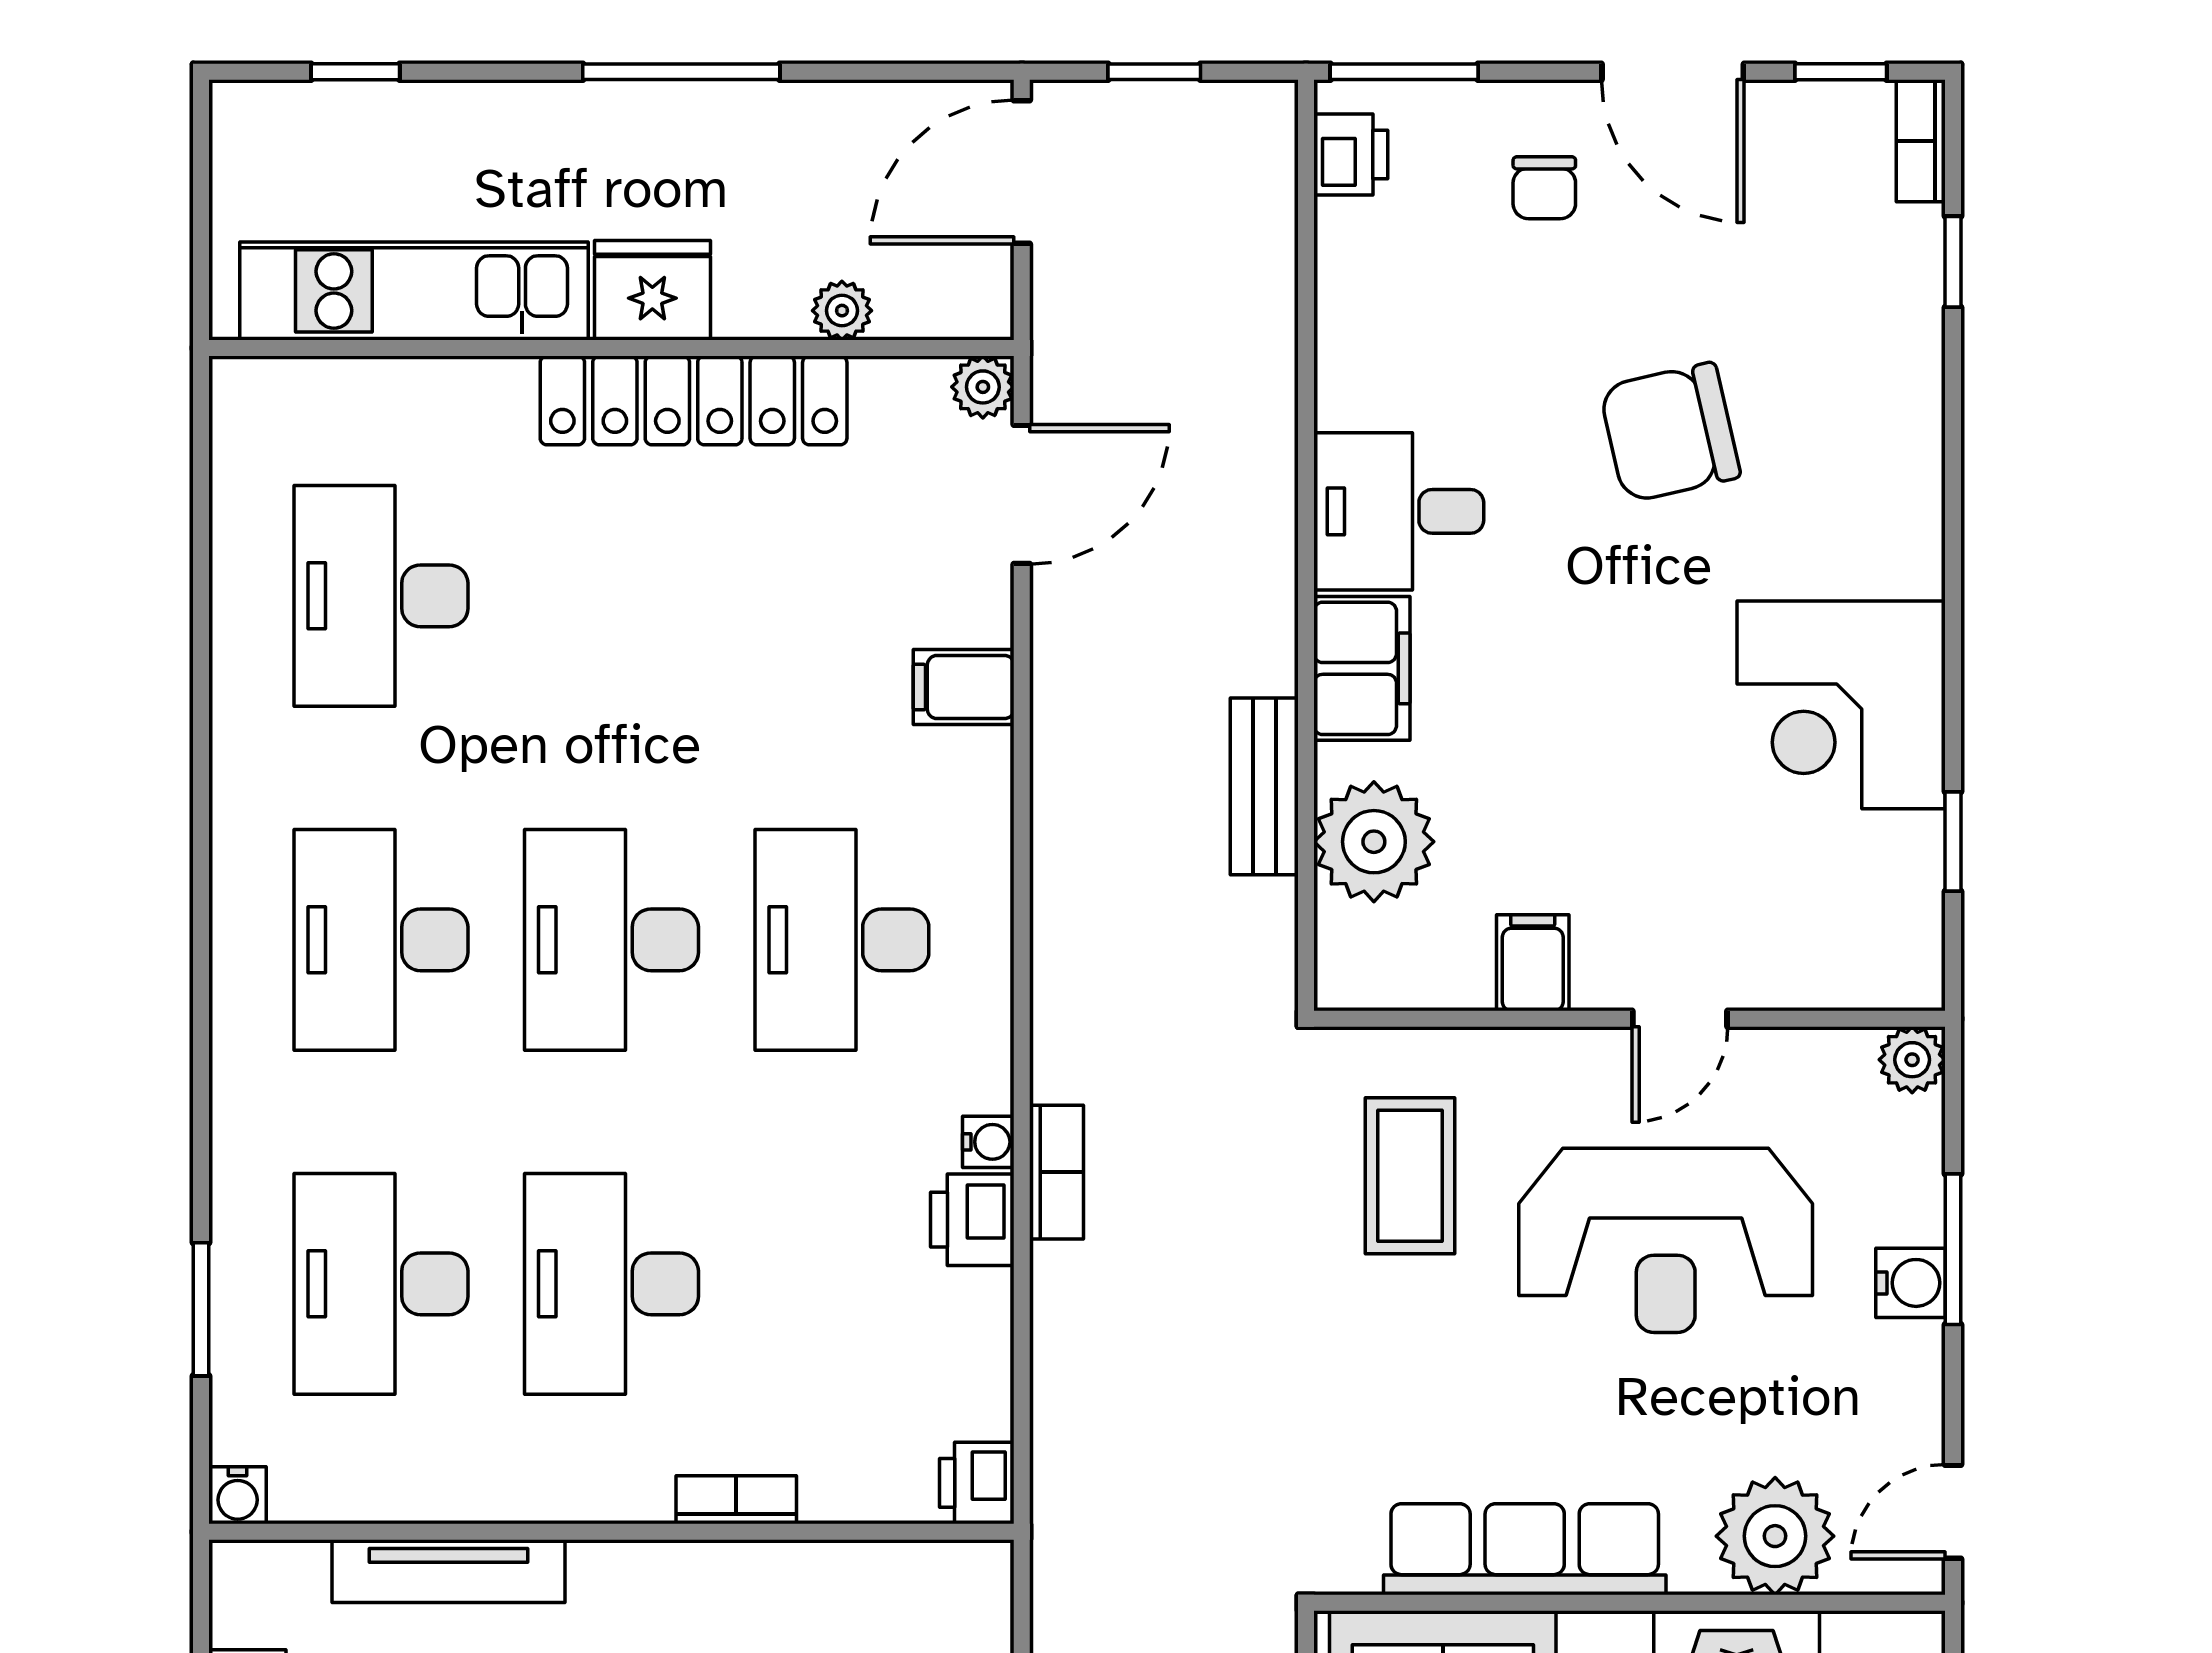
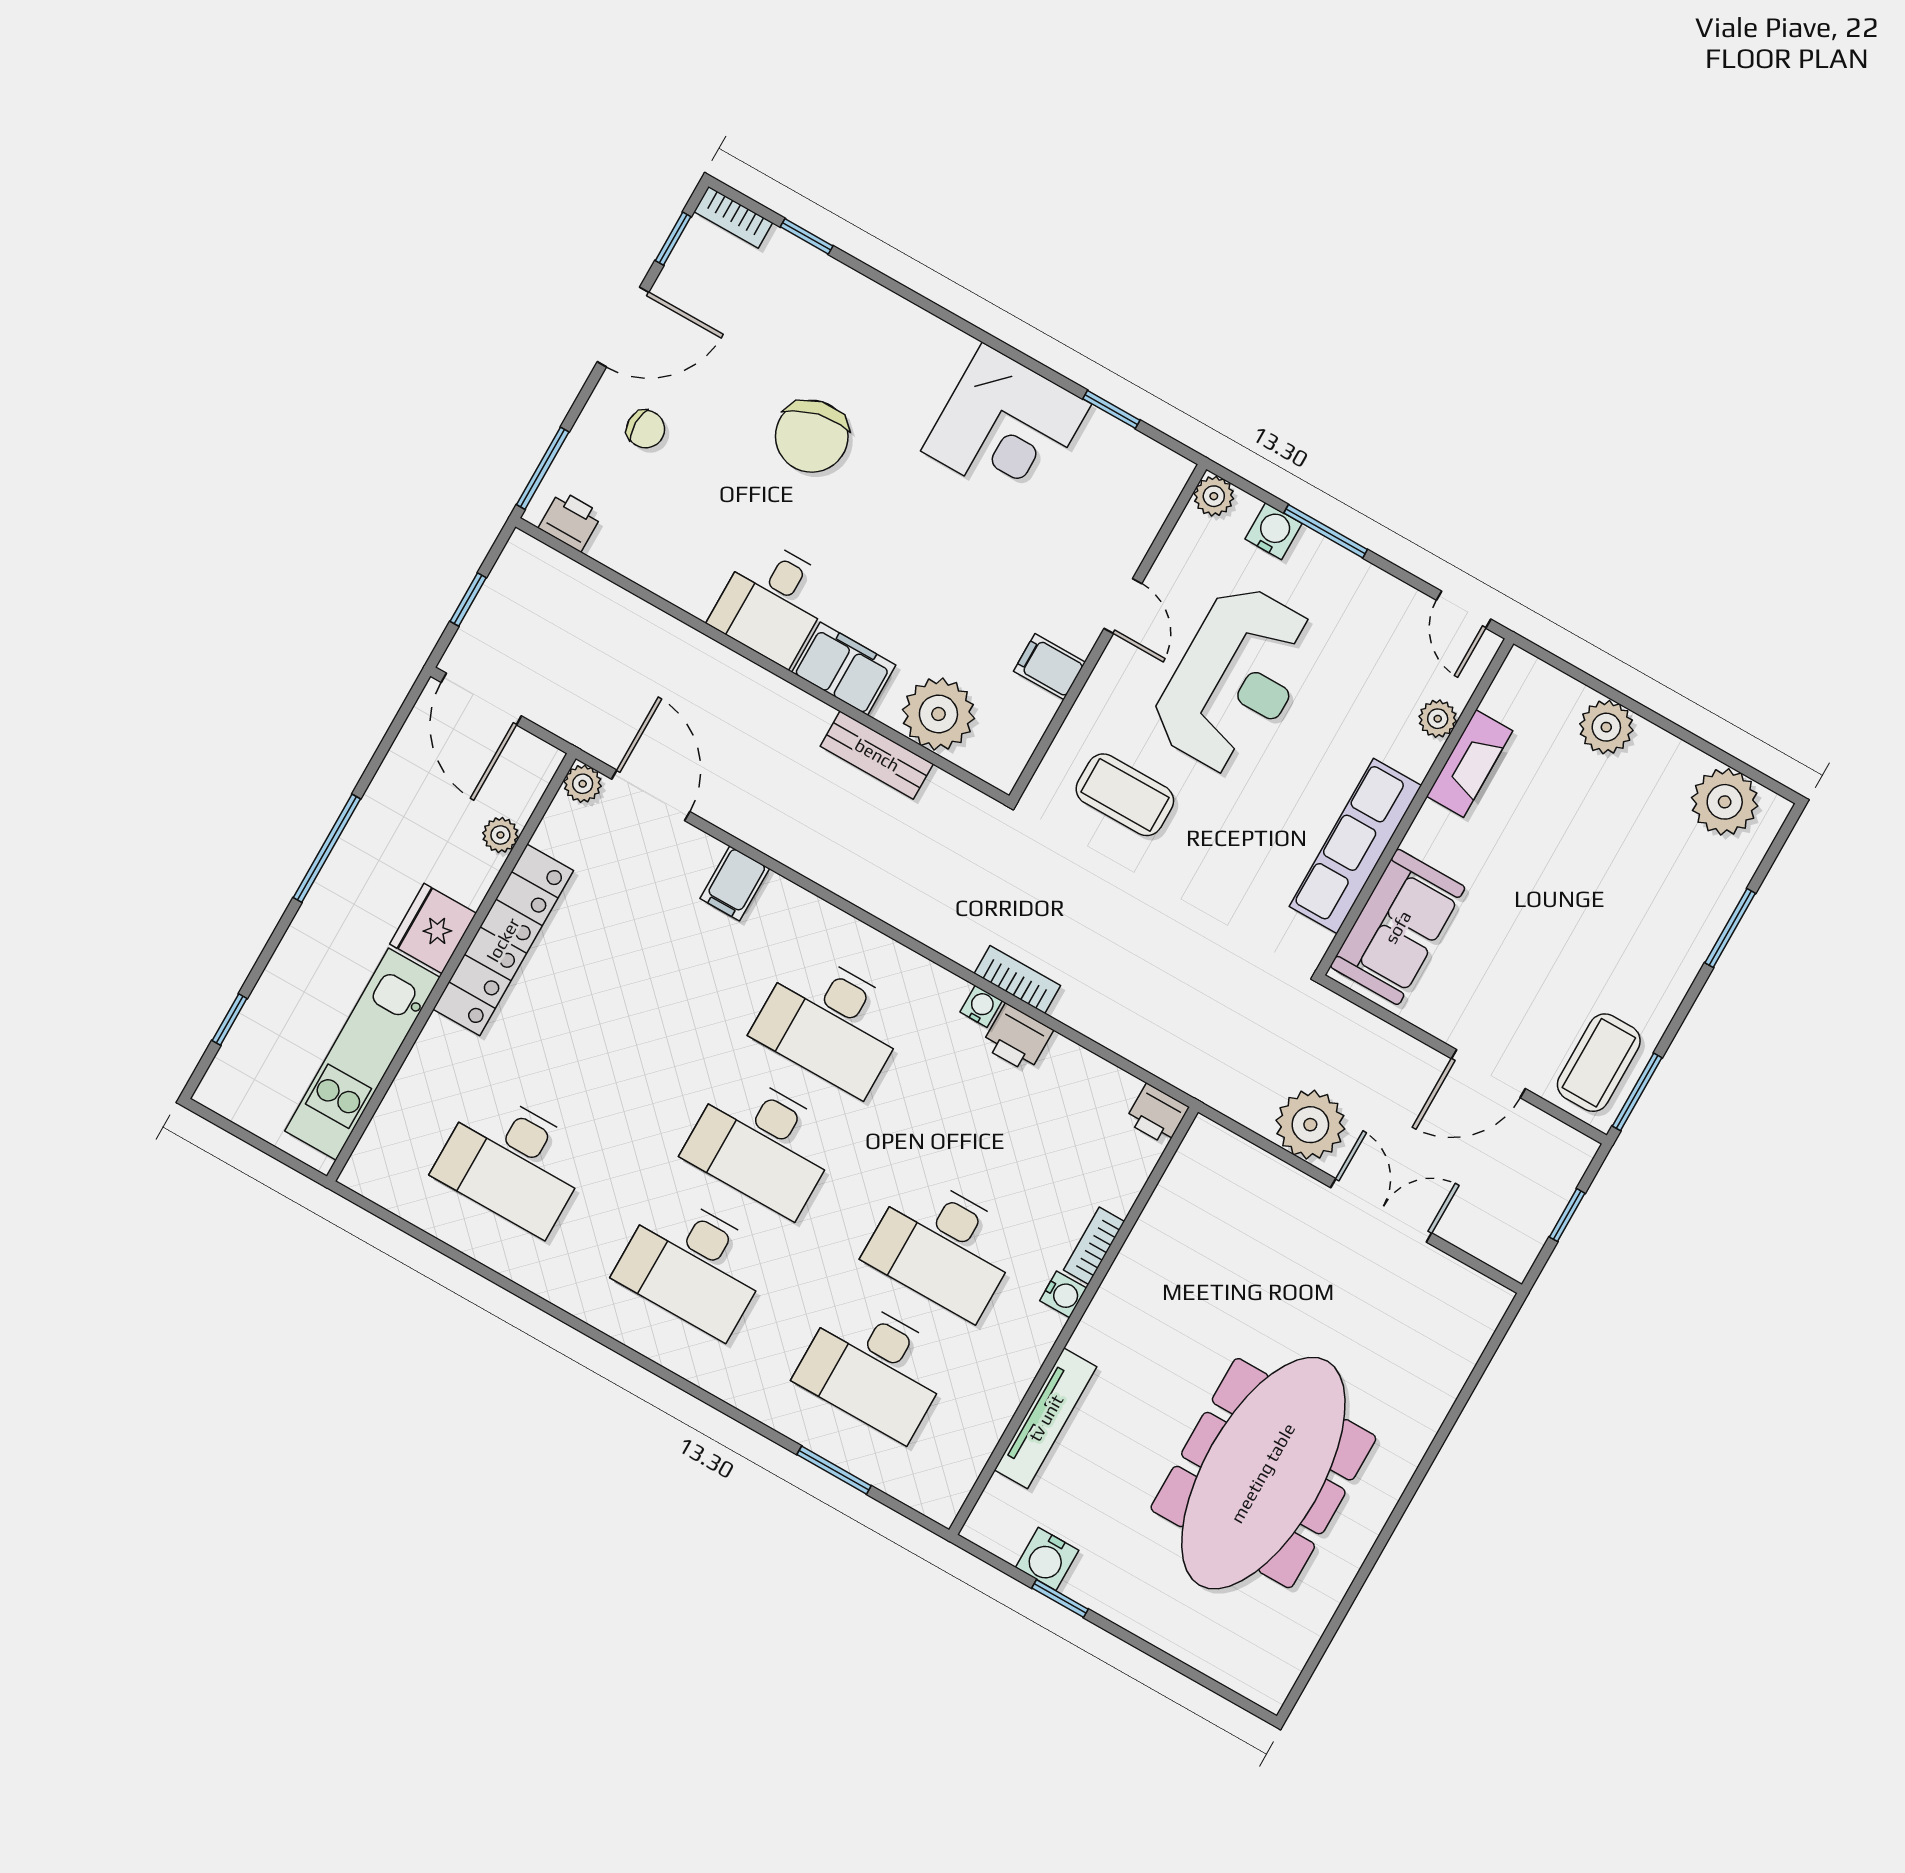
water cooler: (1910, 1283) -> (1273, 531), moved
water cooler: (238, 1495) -> (1063, 1294), moved
plant: (1775, 1536) -> (1438, 719), width x0.53, depth x0.53

